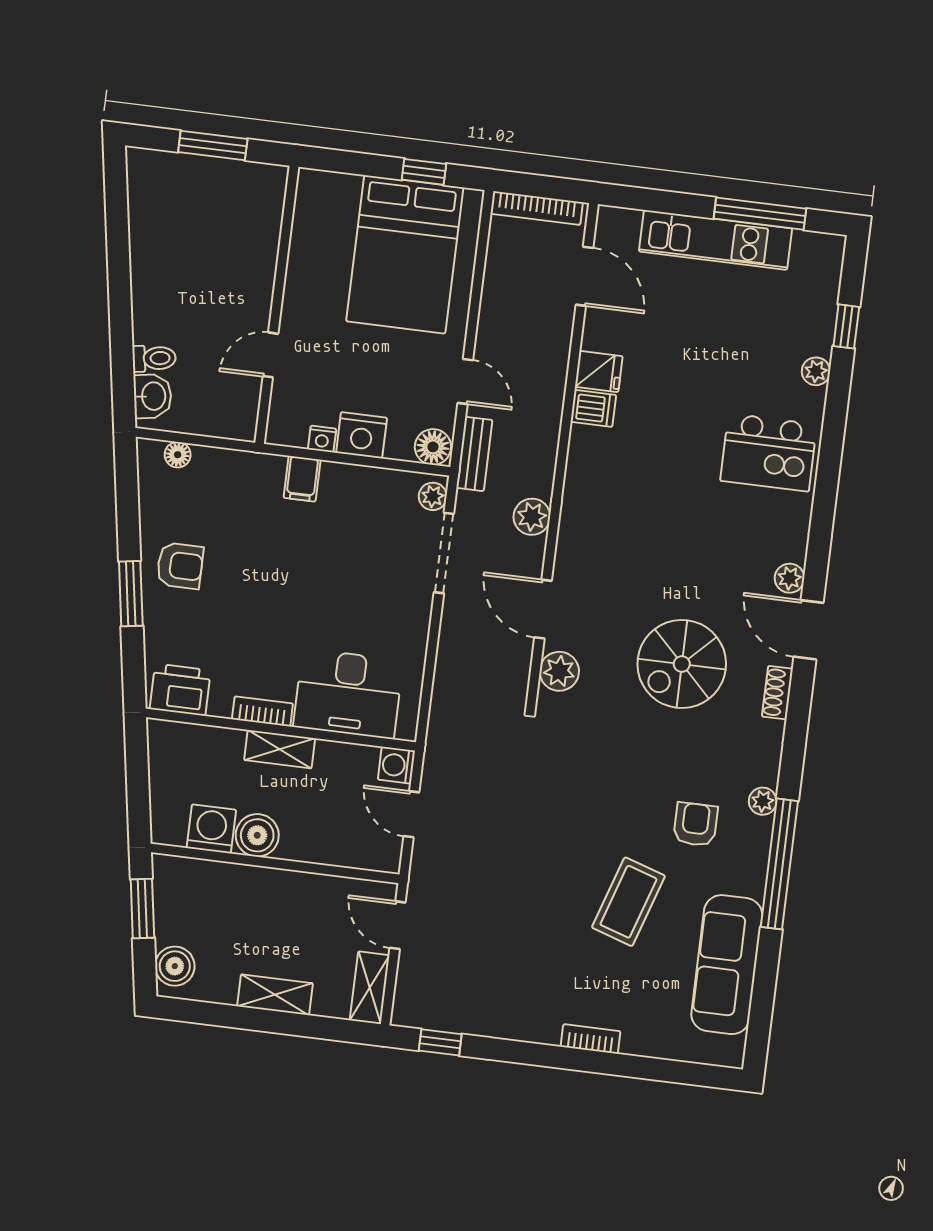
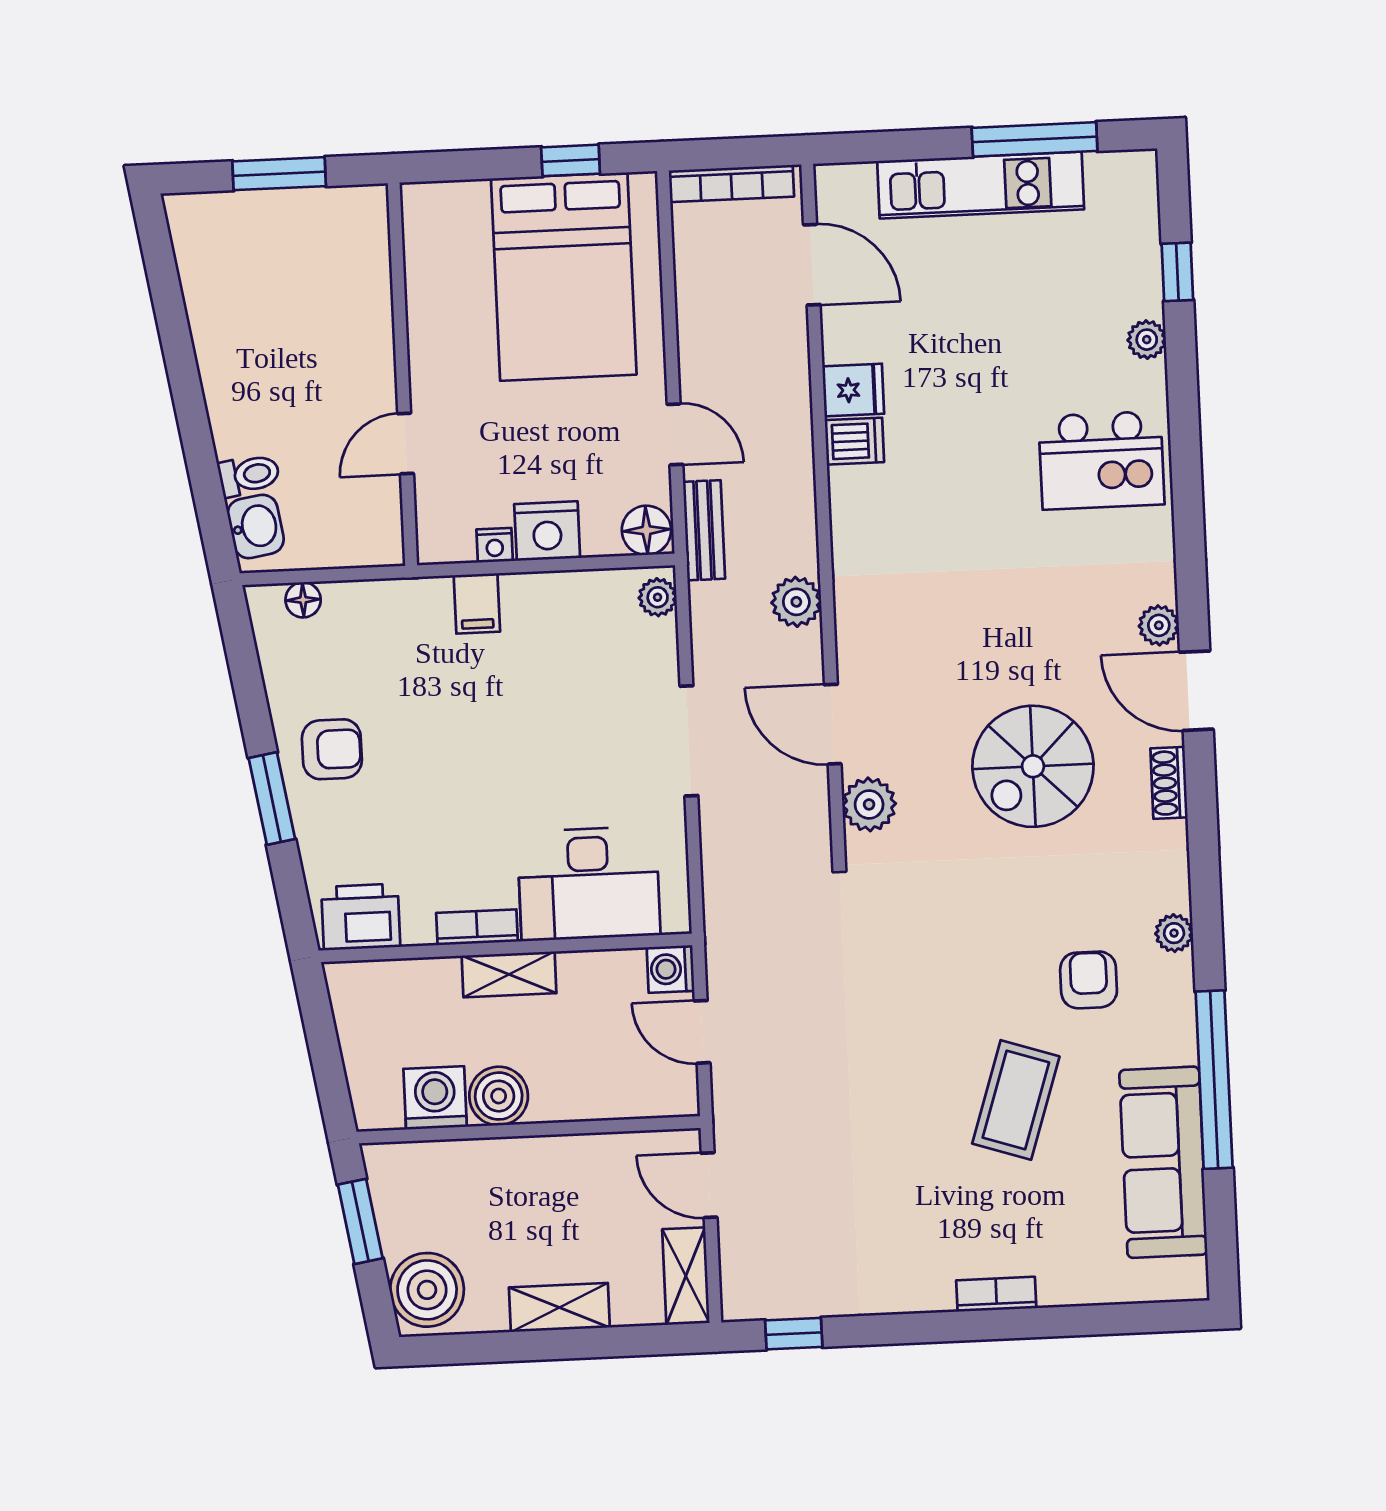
doorway: (444, 553) -> (689, 741), moved
window: (779, 864) -> (1214, 1080), moved
boiler: (175, 966) -> (427, 1290), width x1.37, depth x1.37

